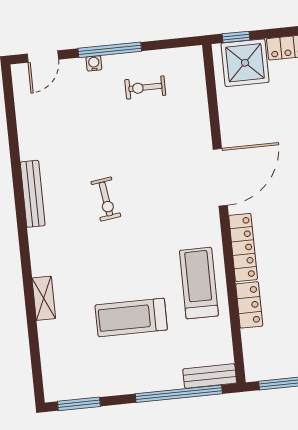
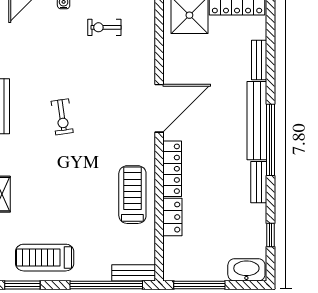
treadmill: (131, 317) -> (45, 258), moved

